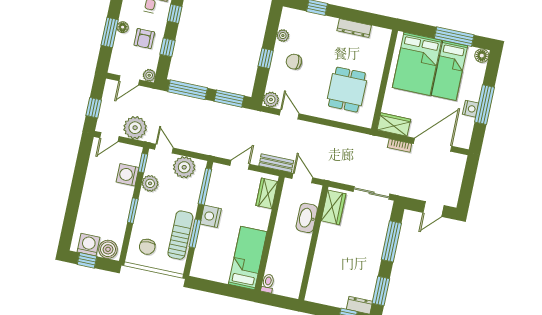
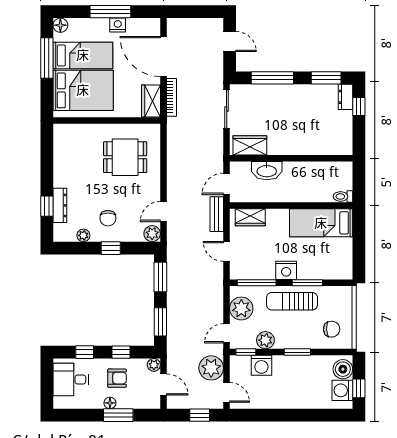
dresser: (354, 28) -> (60, 205), moved
window: (188, 90) -> (160, 322), width x0.69
bookcase: (400, 146) -> (171, 97), width x1.56
sun lounger: (180, 235) -> (292, 301), moved

